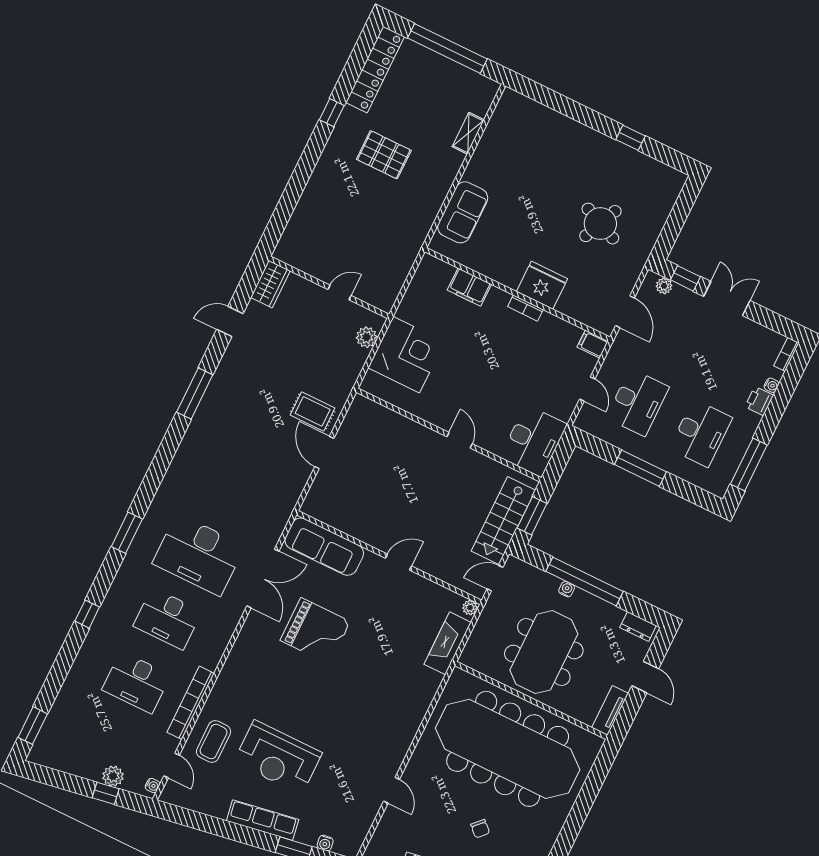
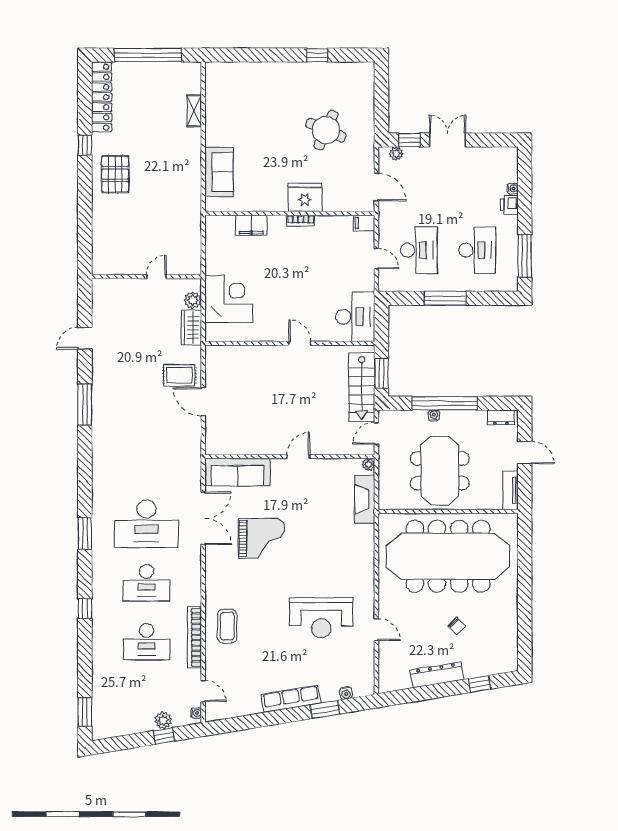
pallet: (384, 155) -> (115, 174), moved, turned 90
wardrobe: (270, 284) -> (191, 328), moved, turned 180
bookcase: (787, 354) -> (513, 160), removed
coffee table: (214, 741) -> (227, 626), moved
reception desk: (278, 757) -> (321, 618), moved

